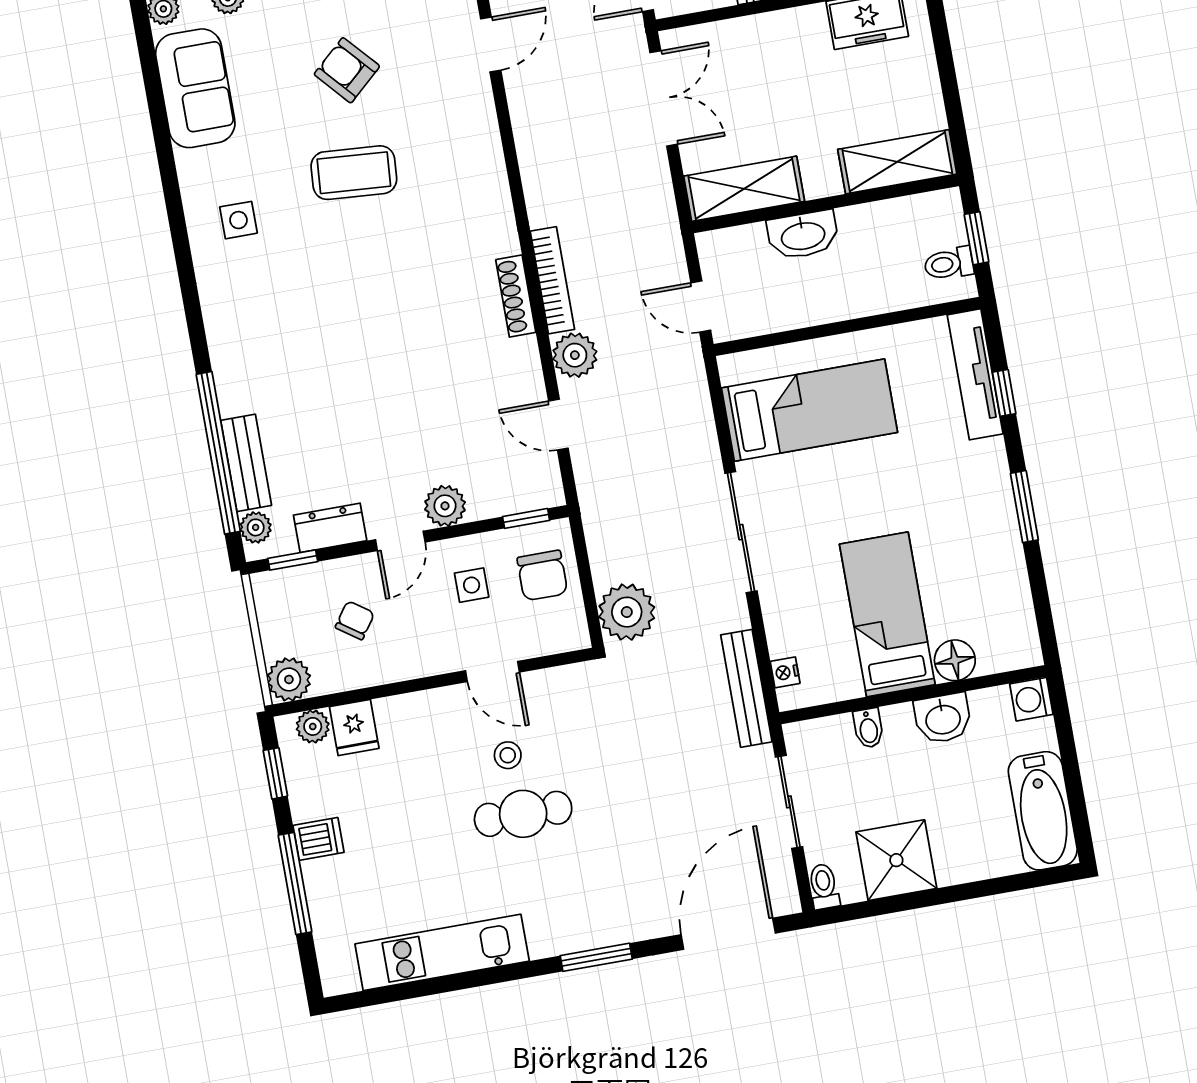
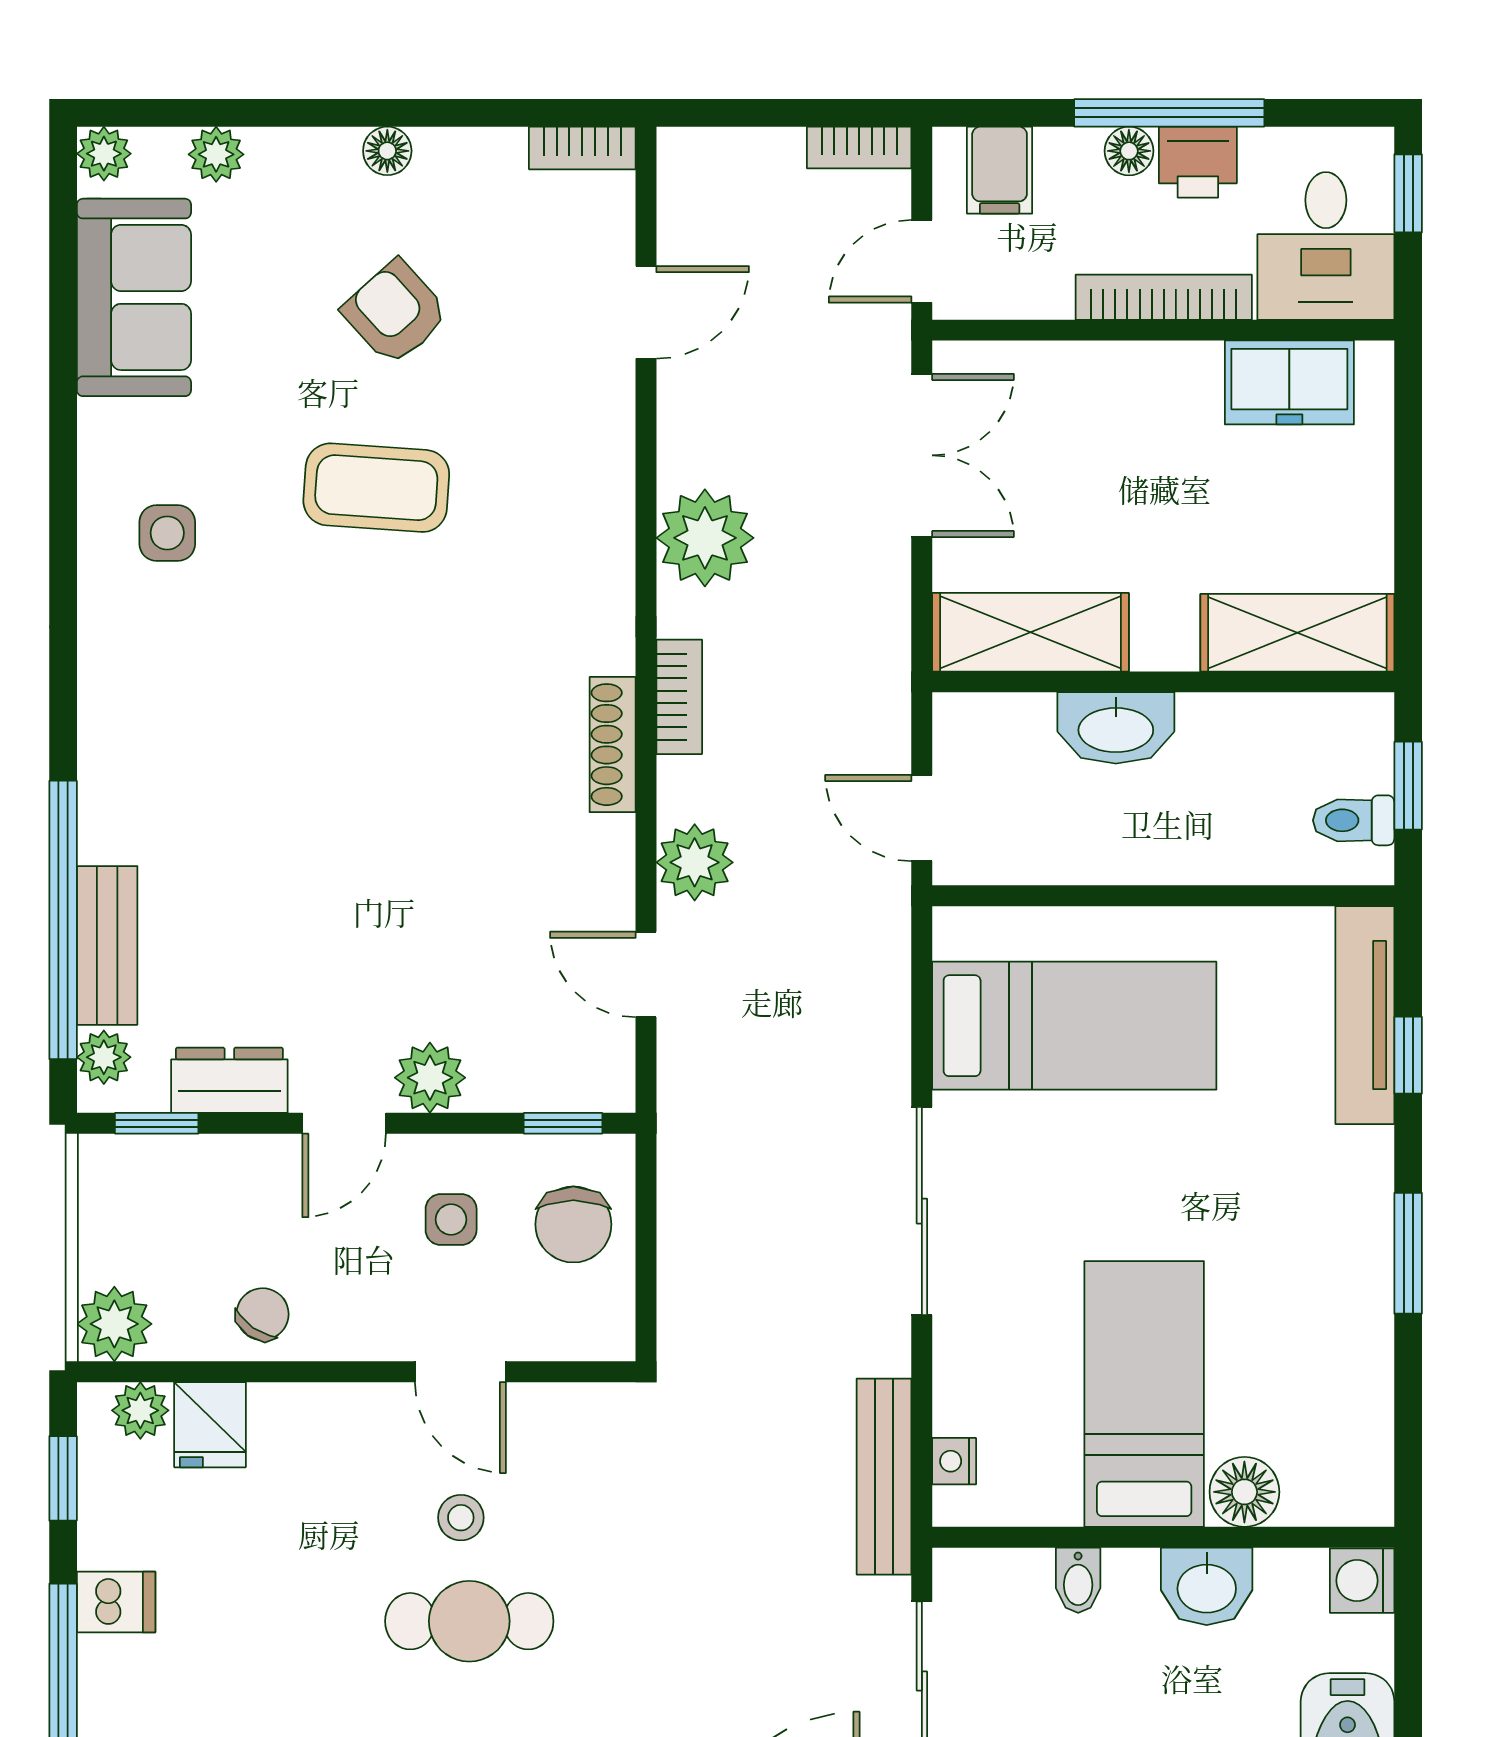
bookcase: (552, 280) -> (679, 697), width x0.64
plant: (627, 612) -> (705, 538), moved
chair: (355, 620) -> (263, 1314), moved

